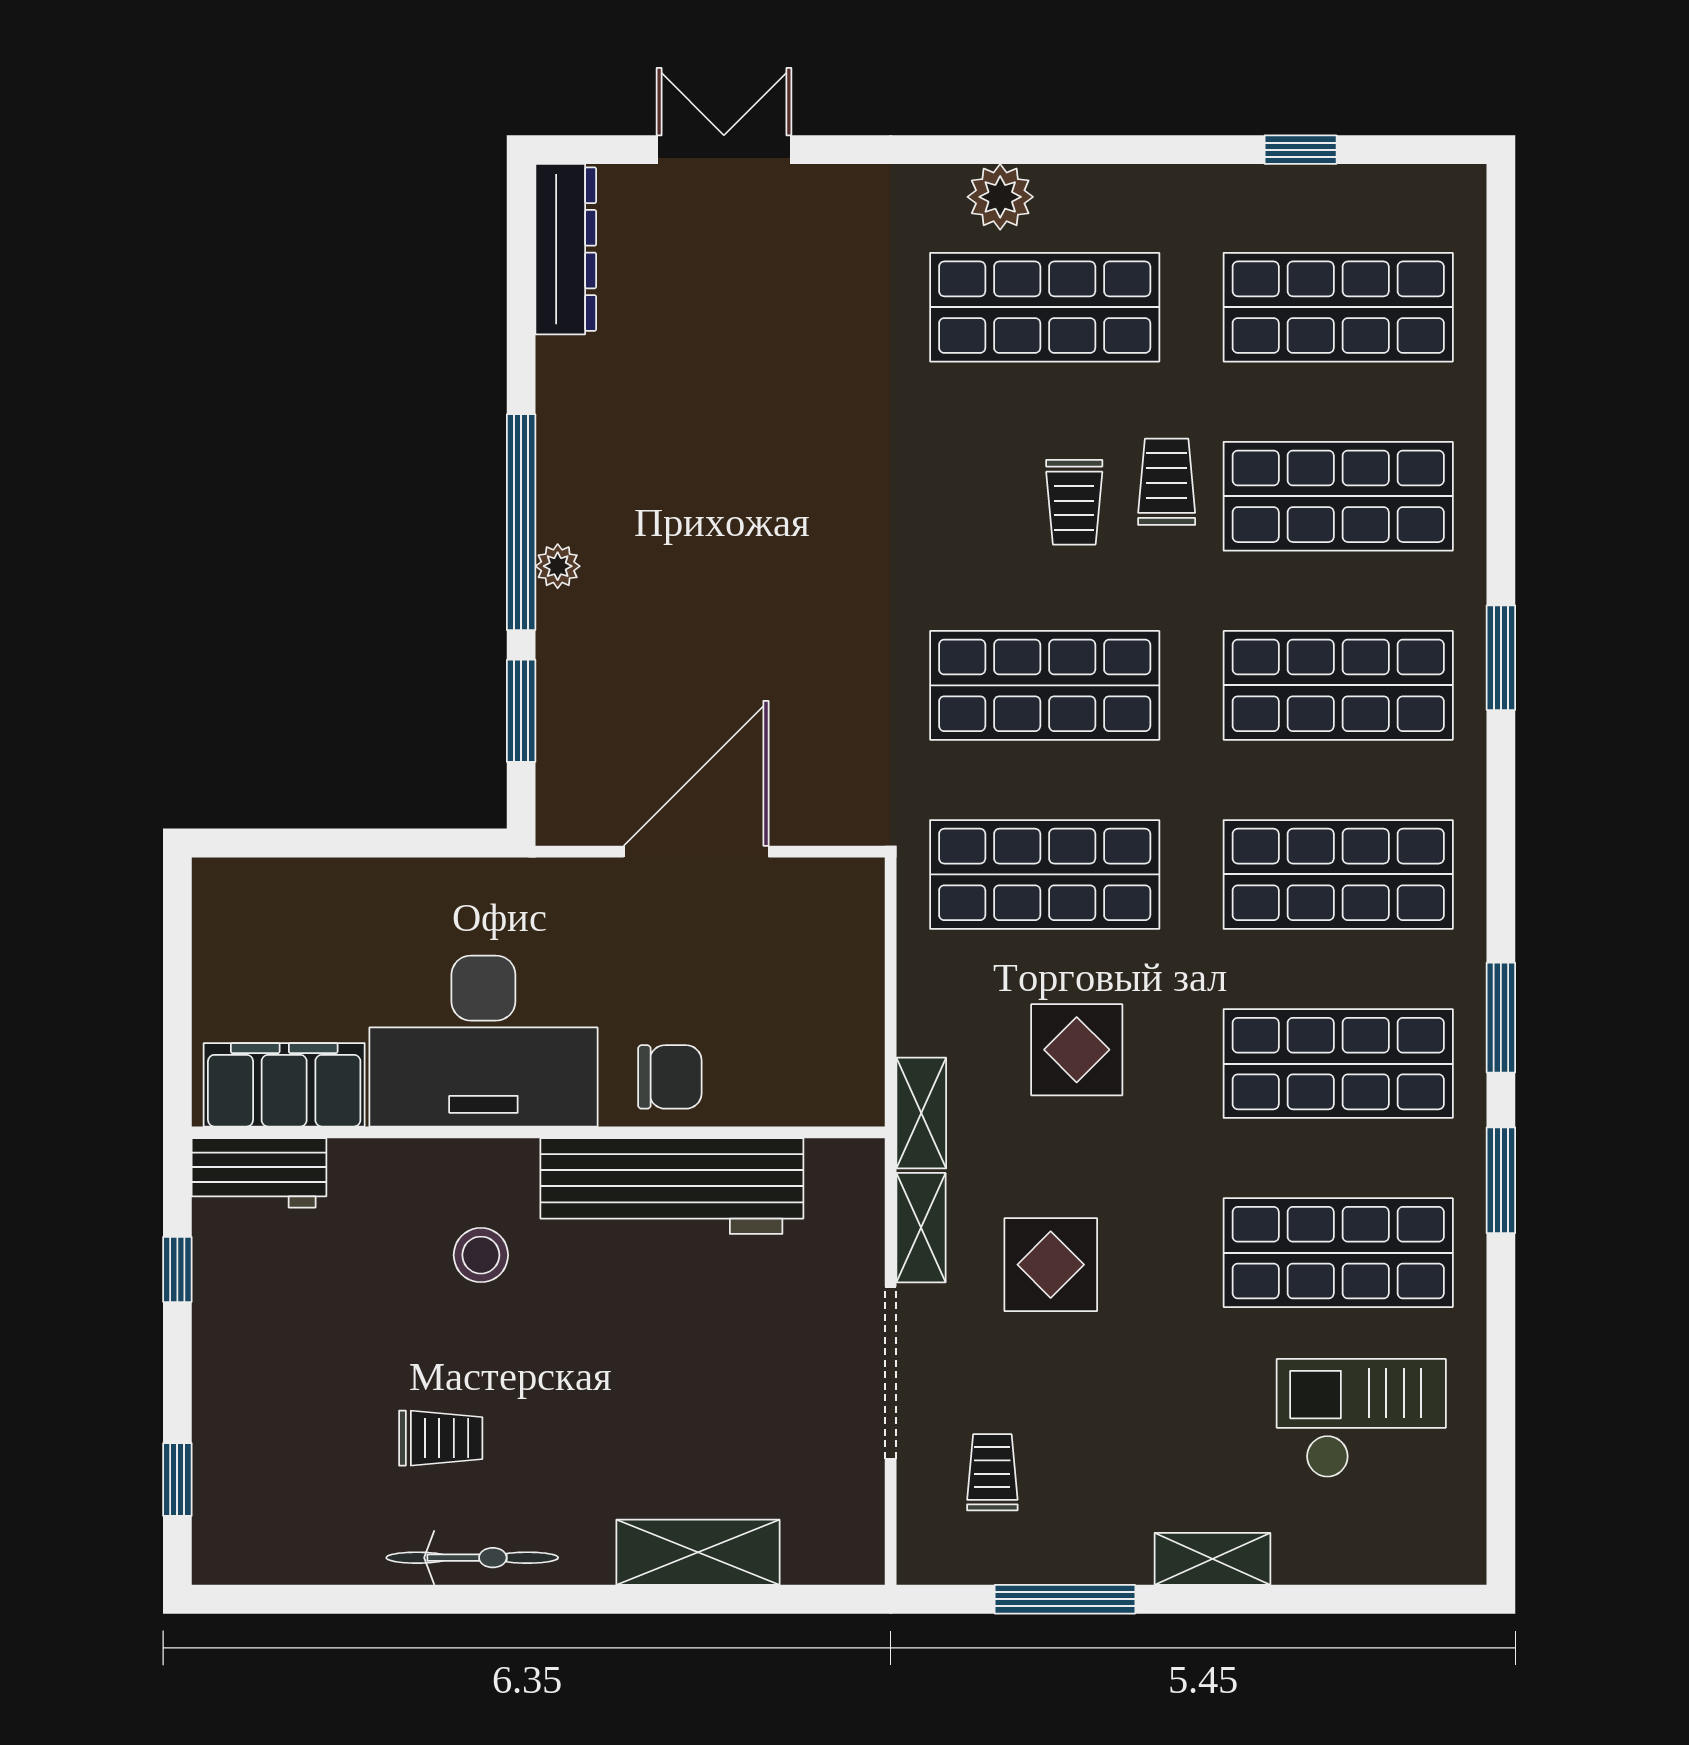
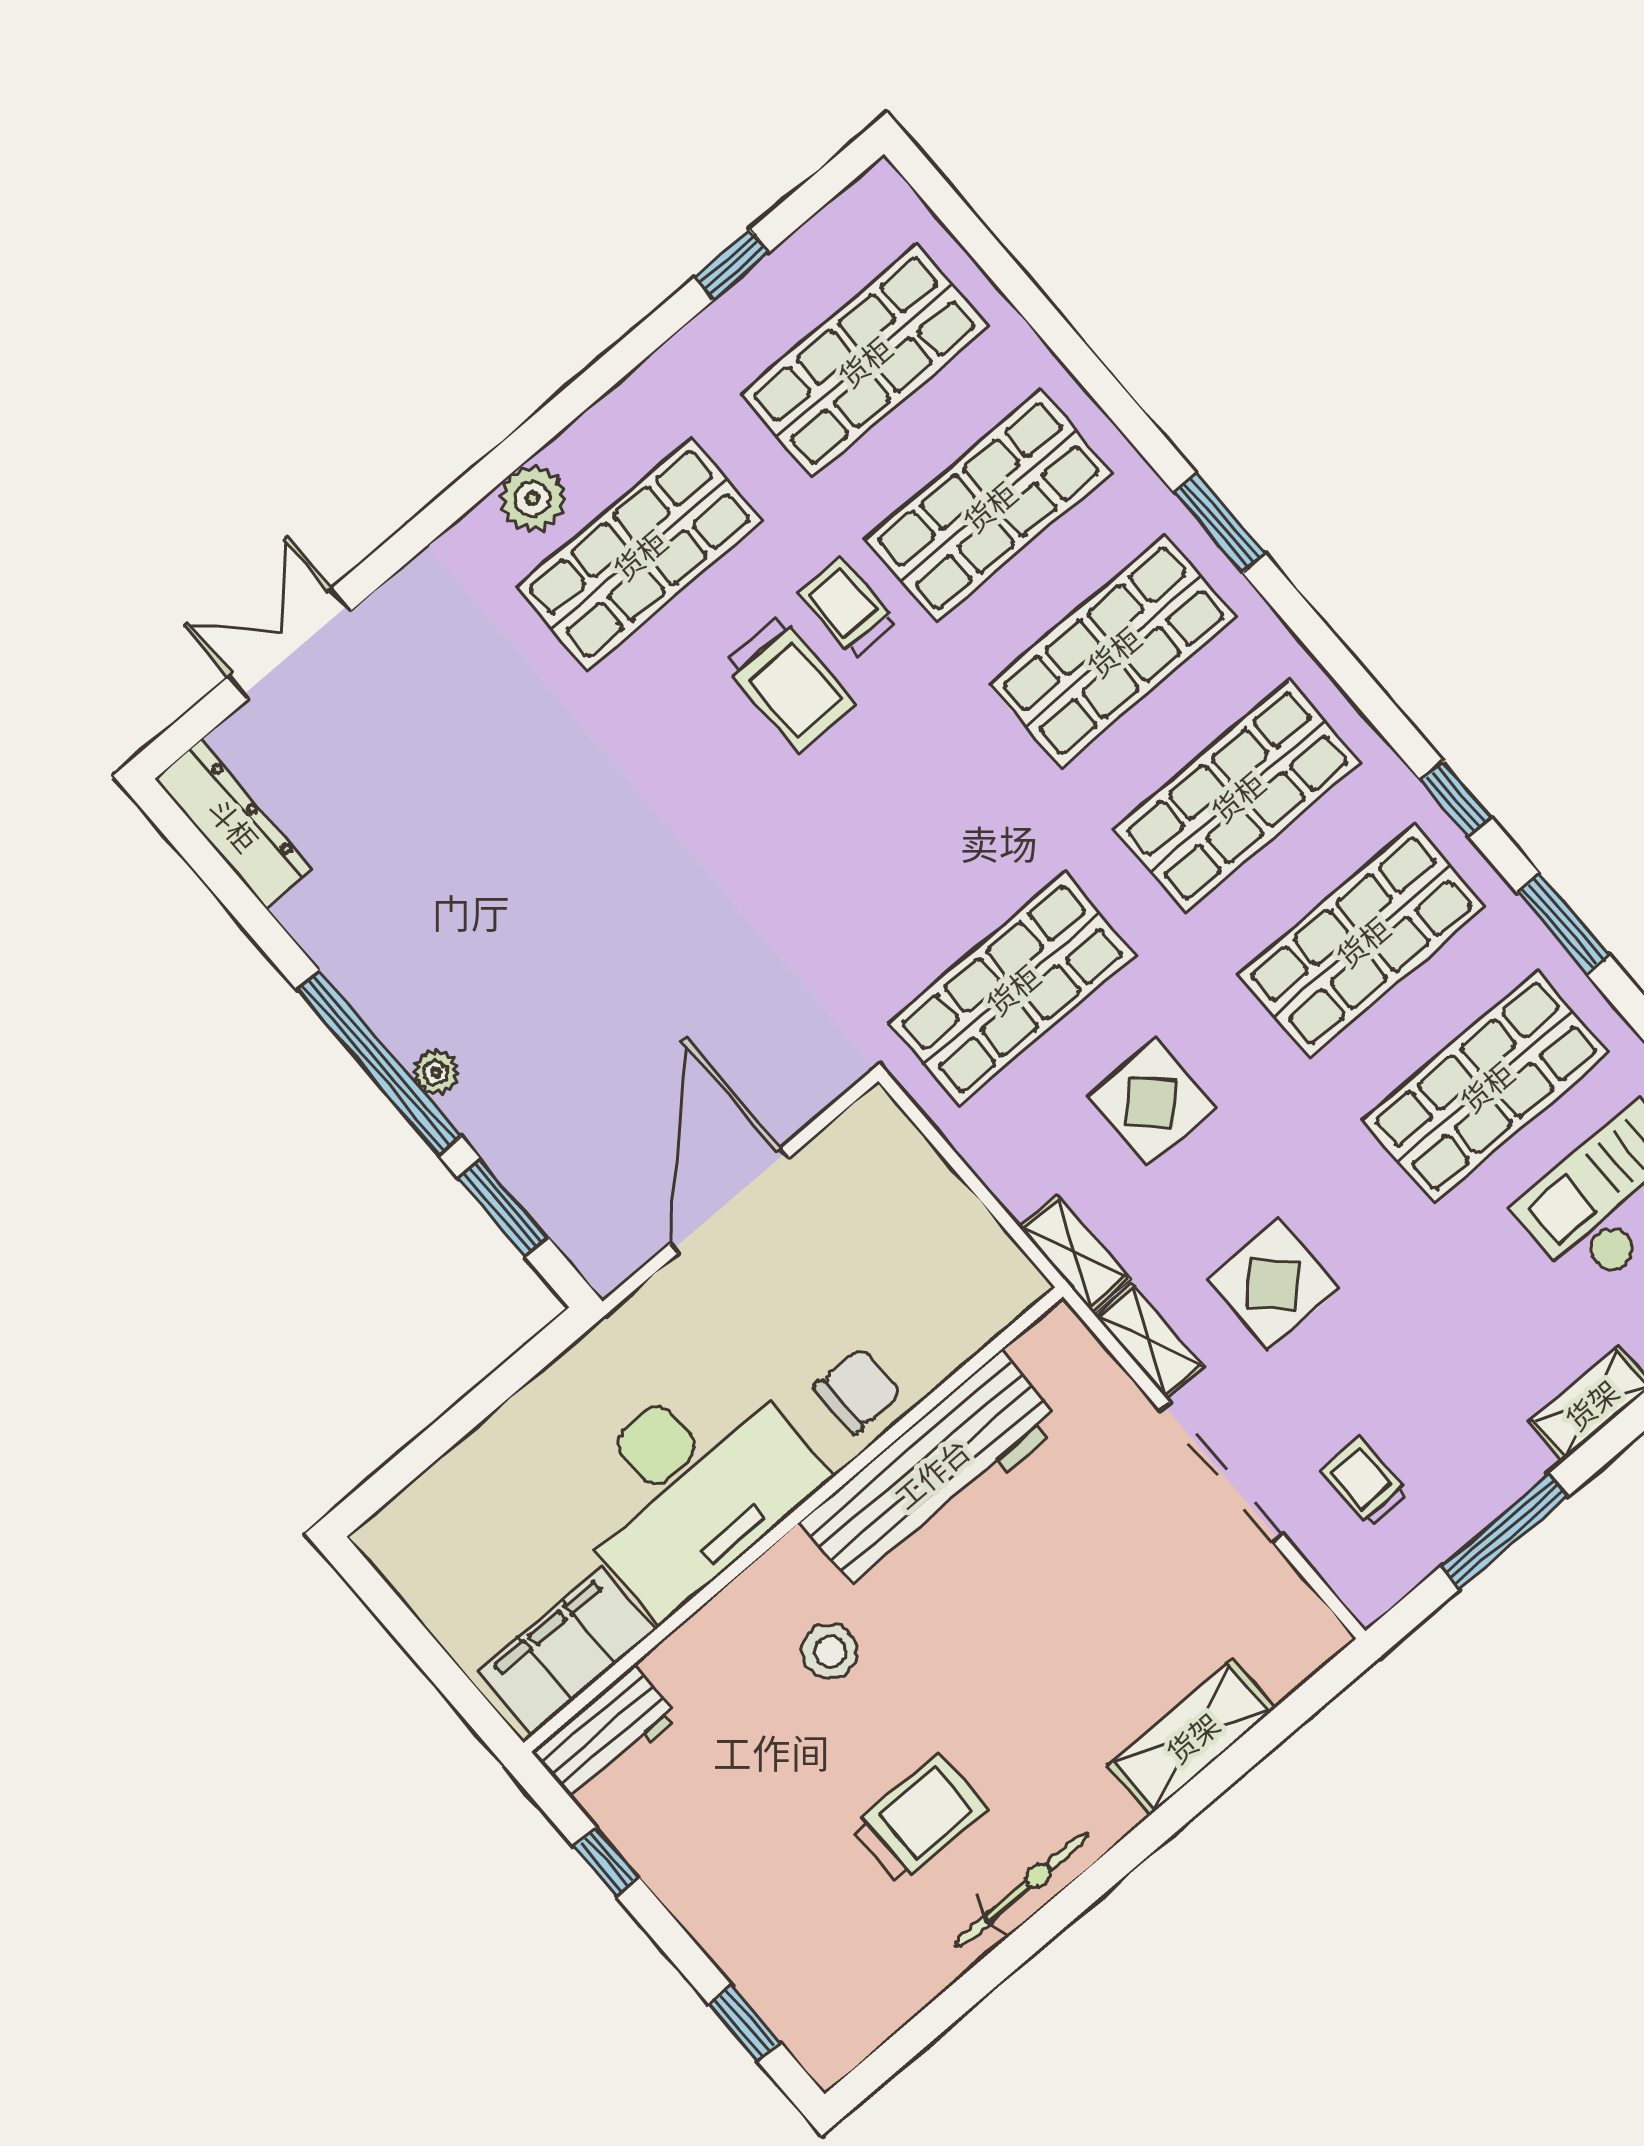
trolley: (1074, 502) -> (790, 684), width x1.36, depth x1.39
shop shelf: (1045, 685) -> (888, 844), removed
window: (1501, 1018) -> (1456, 799), width x0.67
trolley: (441, 1438) -> (919, 1818), width x1.36, depth x1.39

